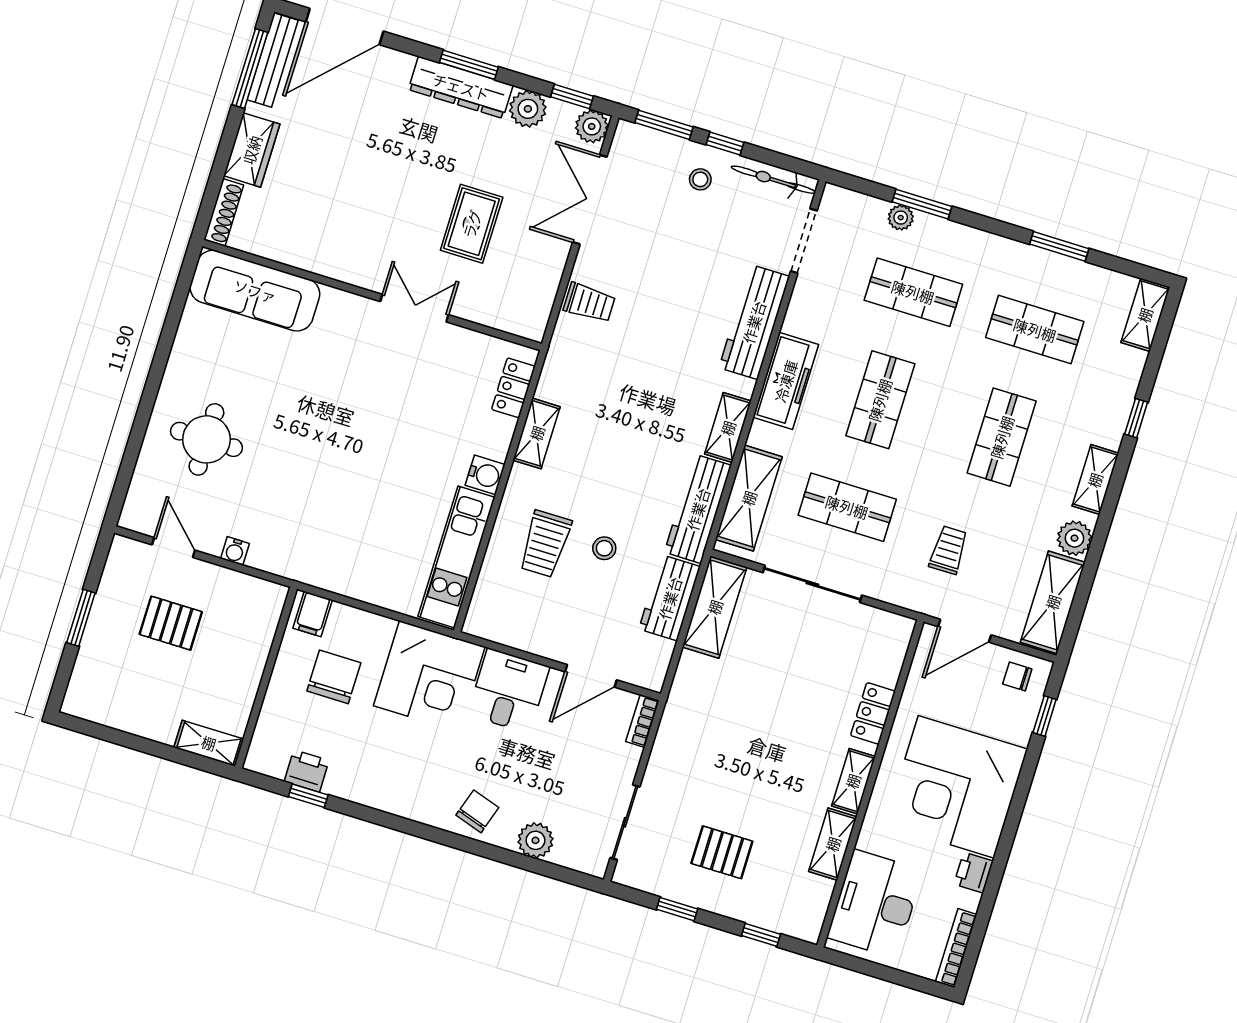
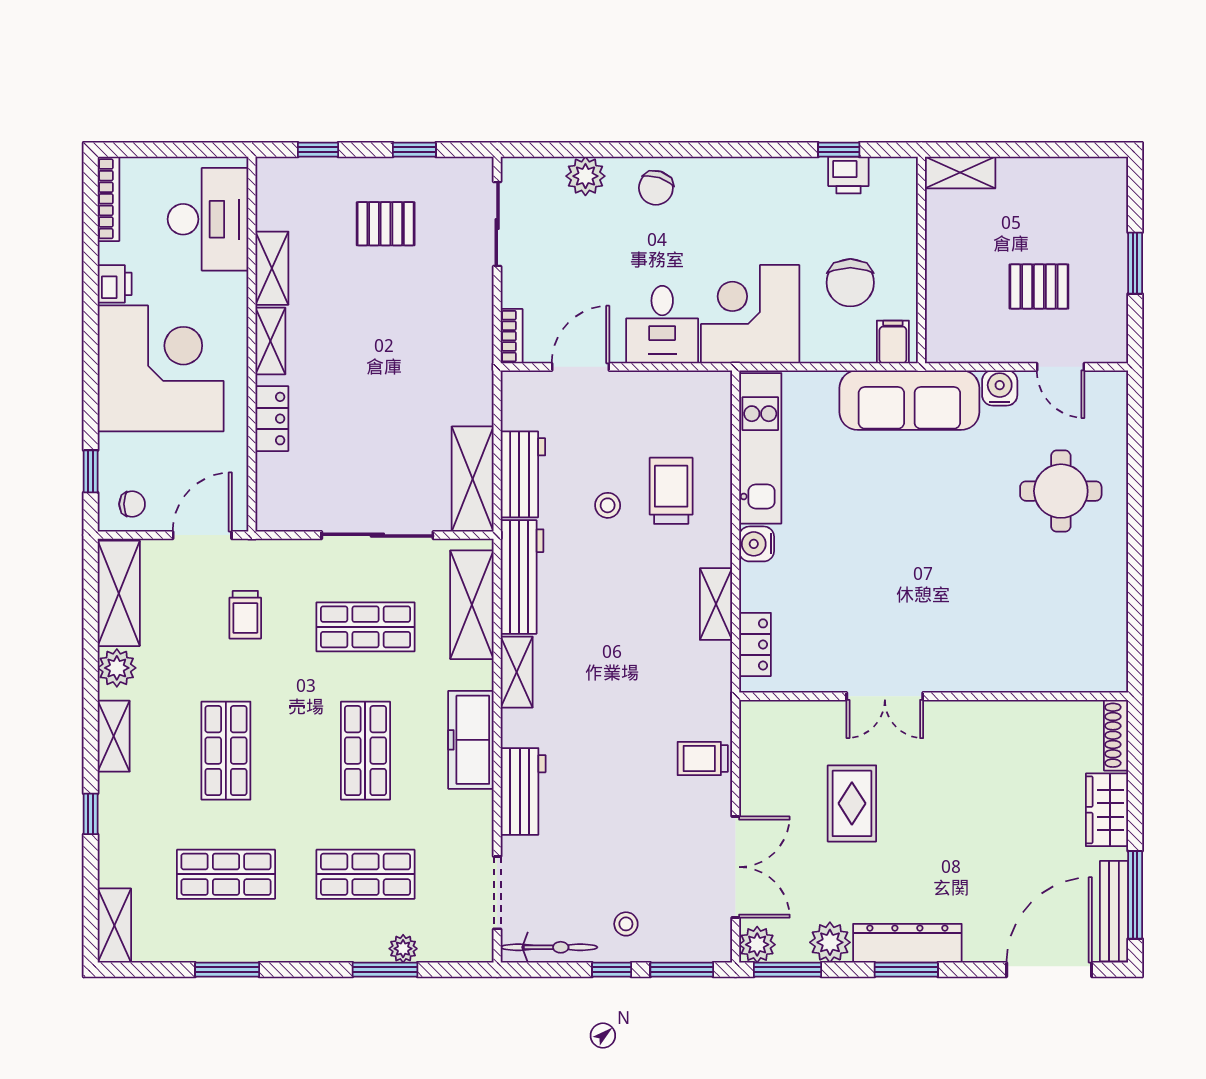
window: (572, 96) -> (788, 970), width x1.50
sofa: (255, 291) -> (909, 400), moved, turned 180
workbench: (754, 322) -> (523, 791), width x0.73
water cooler: (235, 551) -> (1000, 388), width x1.38, depth x1.38

